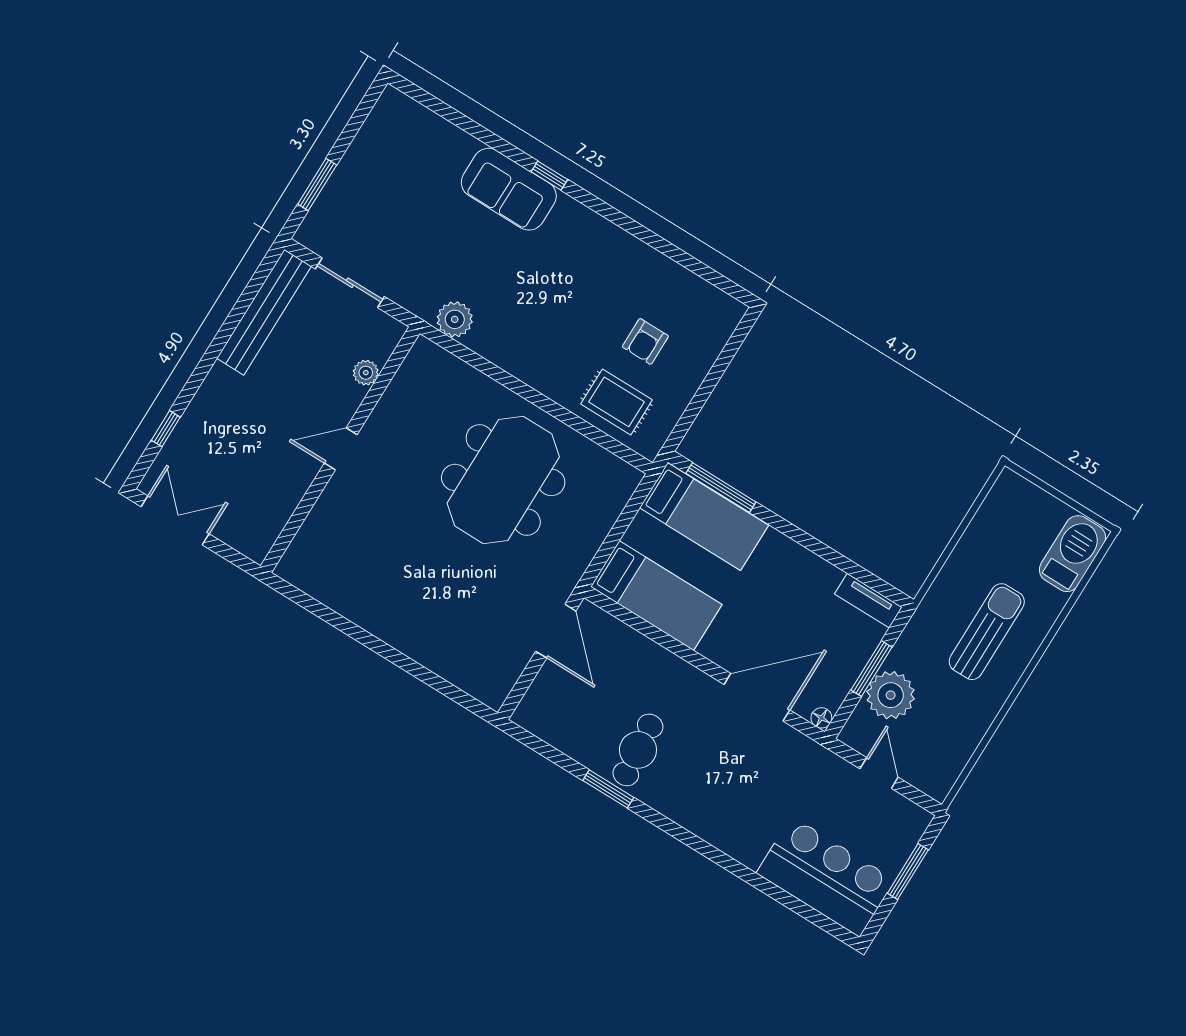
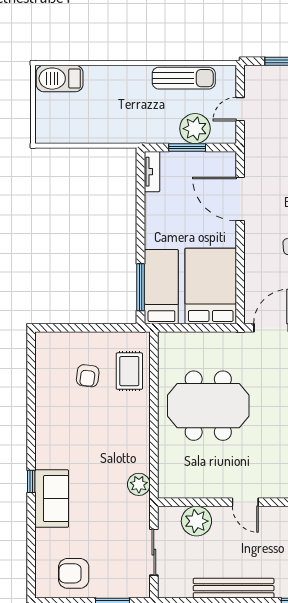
armchair: (389, 156) -> (74, 573), added
bench: (264, 312) -> (234, 588), moved
armchair: (645, 341) -> (88, 376), turned 97
plant: (366, 373) -> (196, 521), width x1.88, depth x1.88
bed: (656, 596) -> (211, 286), width x1.50
sun lounger: (987, 632) -> (184, 78), moved, turned 180
floor lamp: (821, 718) -> (230, 158), removed

